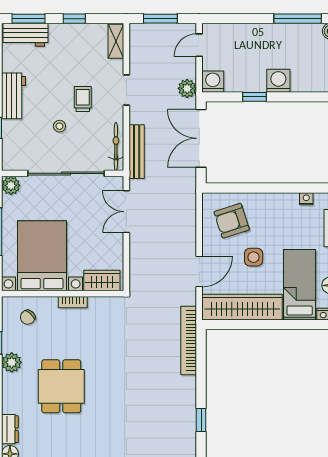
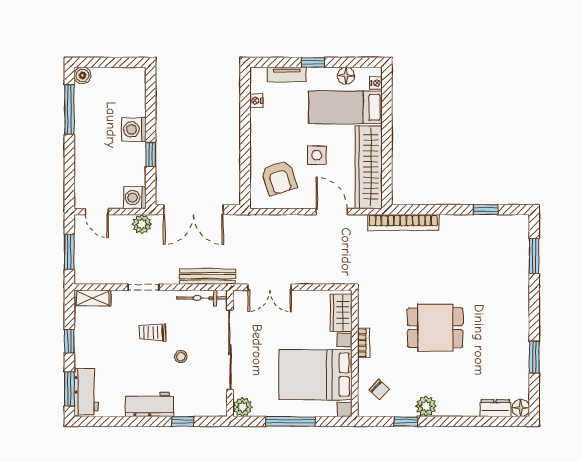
dining table: (61, 386) -> (435, 328), moved

